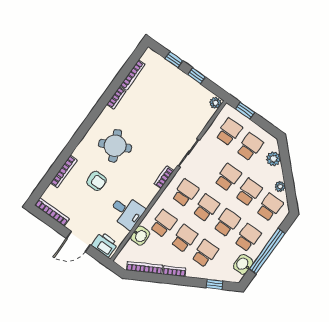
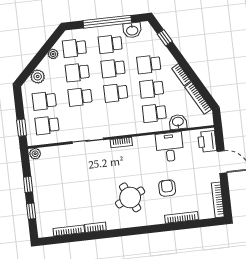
school desk: (185, 193) -> (119, 117), removed

